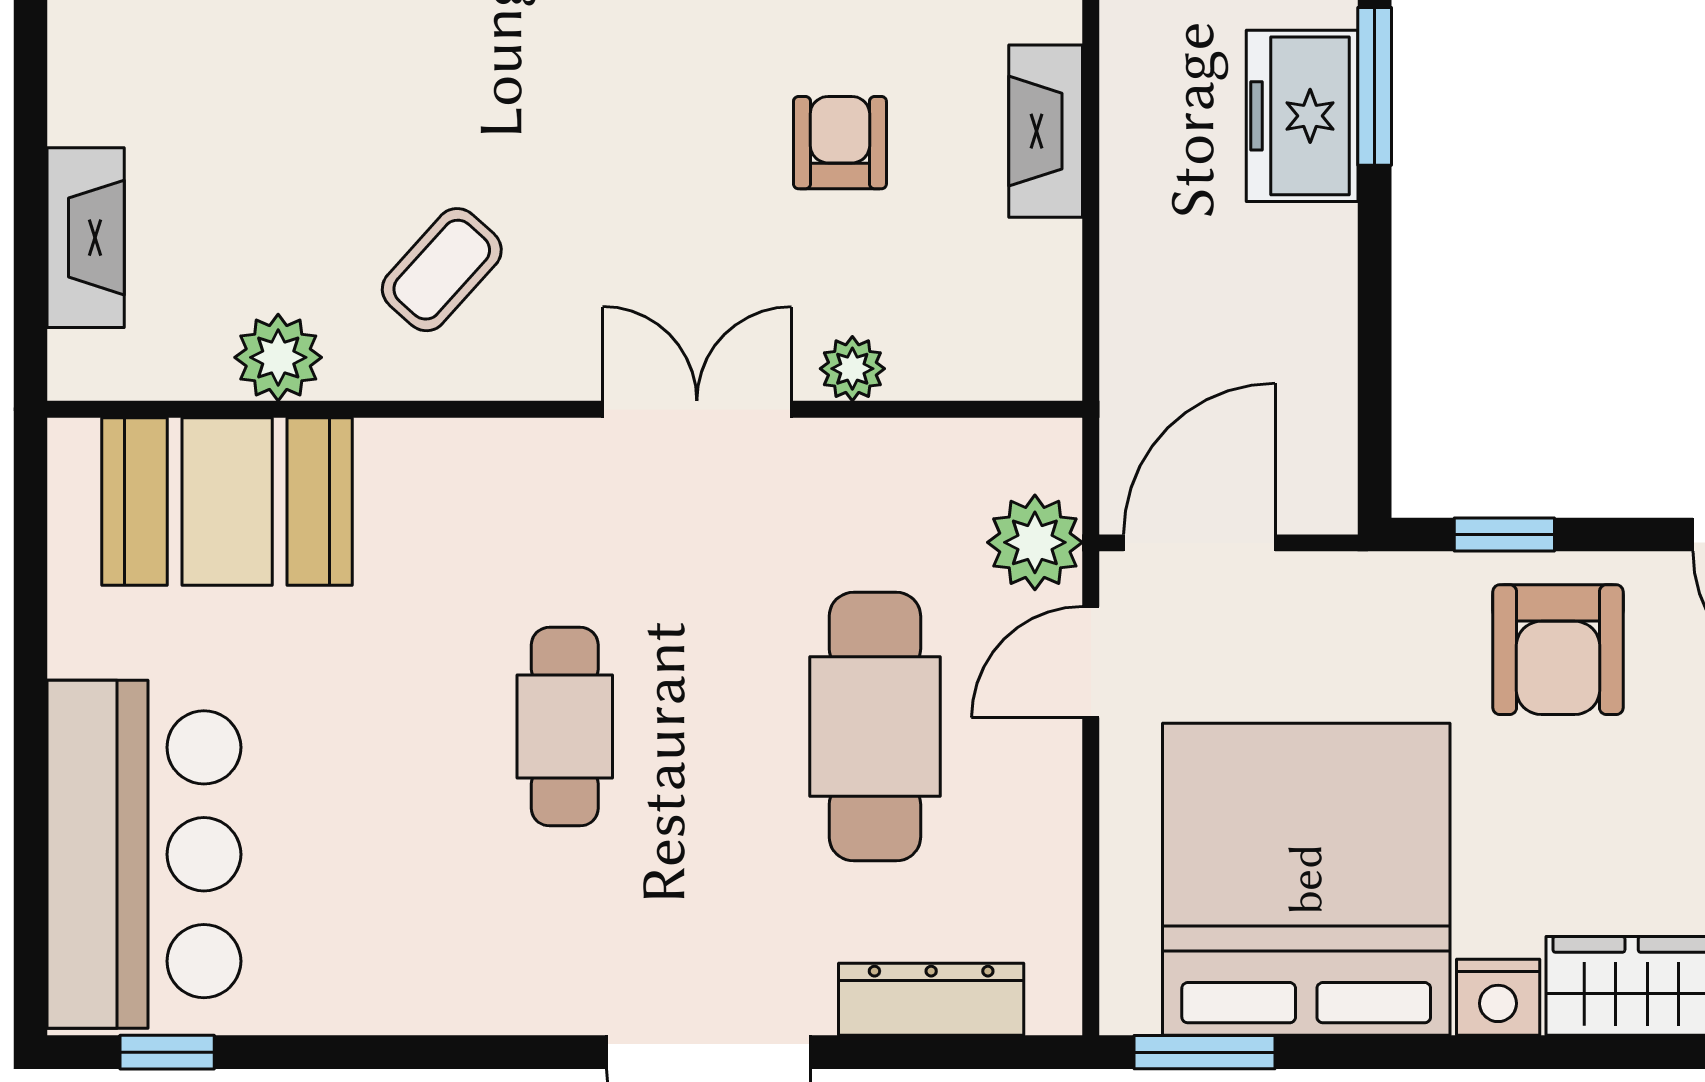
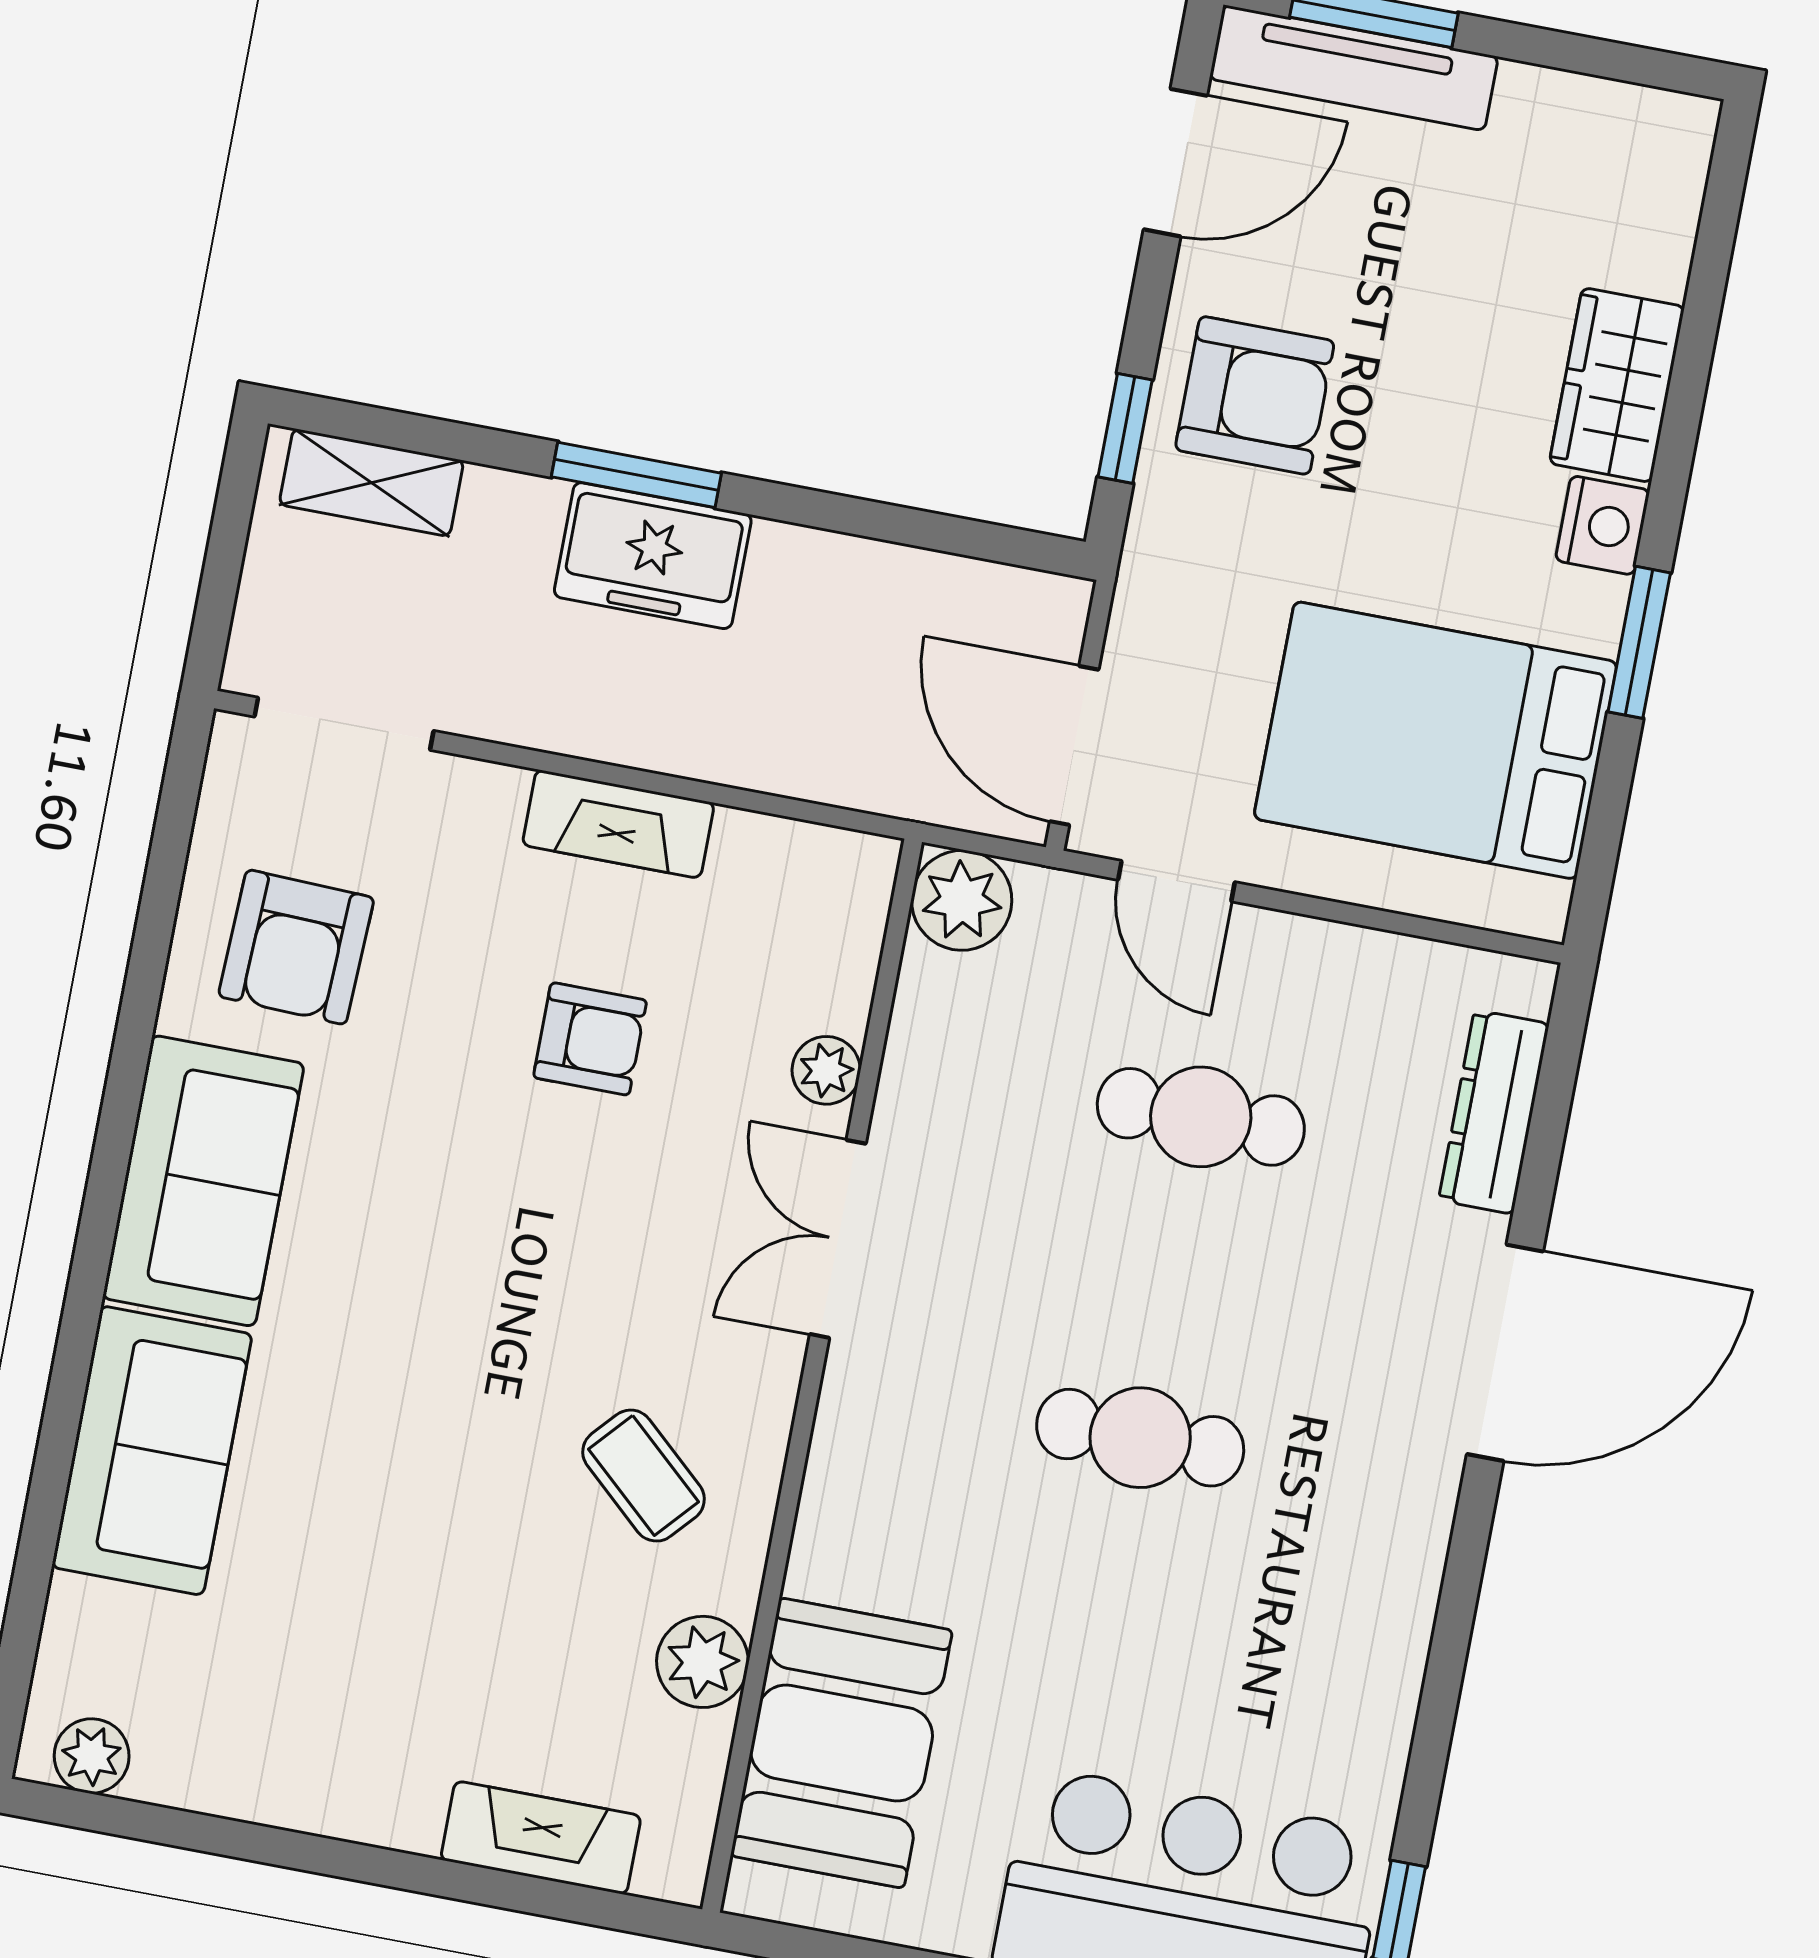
armchair: (840, 143) -> (590, 1039), turned 180
plant: (1035, 542) -> (962, 900), moved
cafe table: (875, 727) -> (1201, 1117), width x0.73, depth x0.74
bed: (1306, 879) -> (1436, 740), width x0.73
window: (1205, 1052) -> (1639, 642), moved

